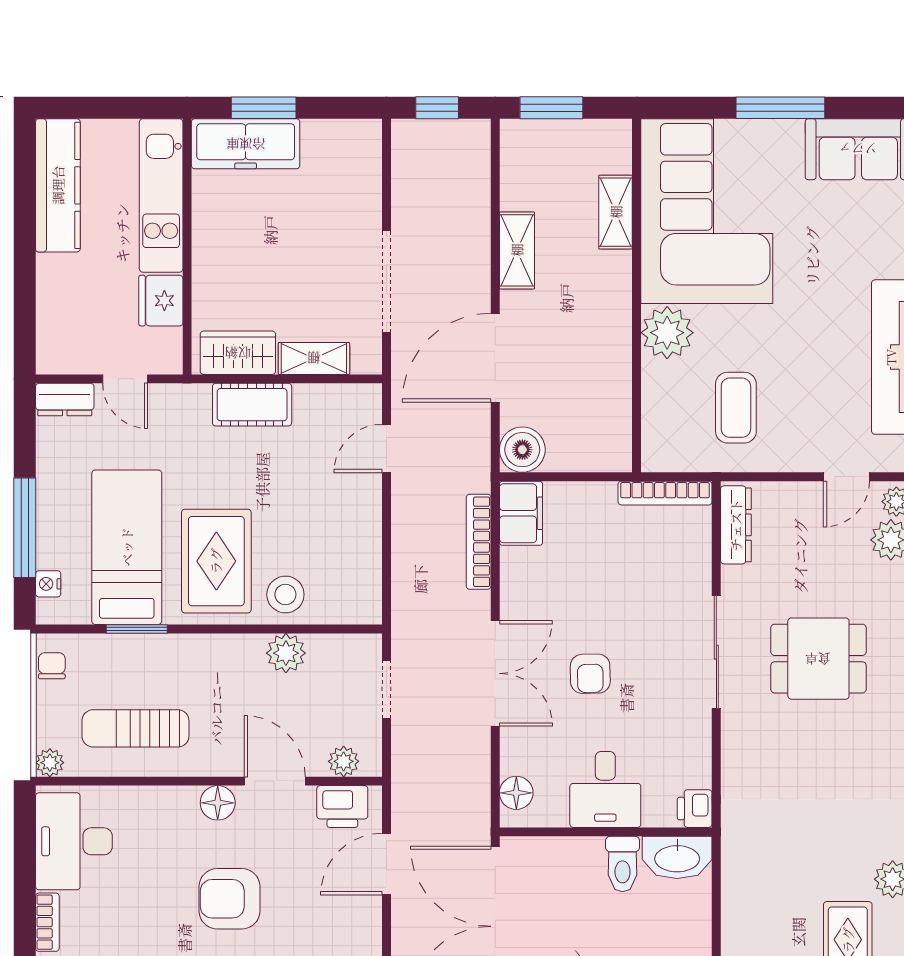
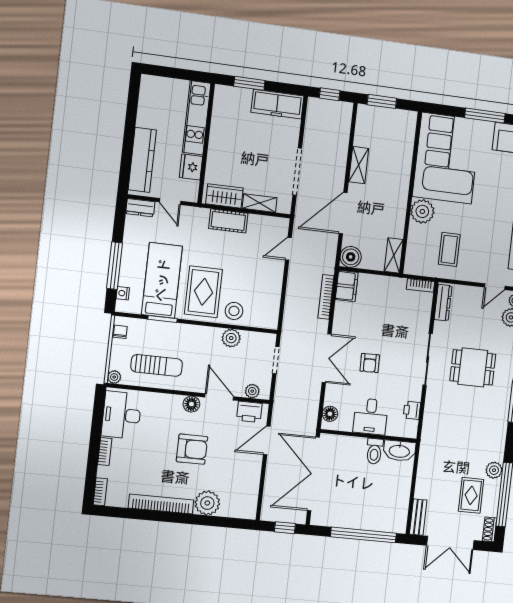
freezer: (246, 144) -> (277, 104), moved
kitchen counter: (58, 185) -> (142, 160), moved
shelving: (616, 212) -> (394, 255), moved
bookcase: (665, 493) -> (421, 285), width x0.64
sun lounger: (135, 728) -> (157, 365), turned 180
printer: (695, 809) -> (412, 410), moved
armchair: (230, 899) -> (192, 449), turned 180

